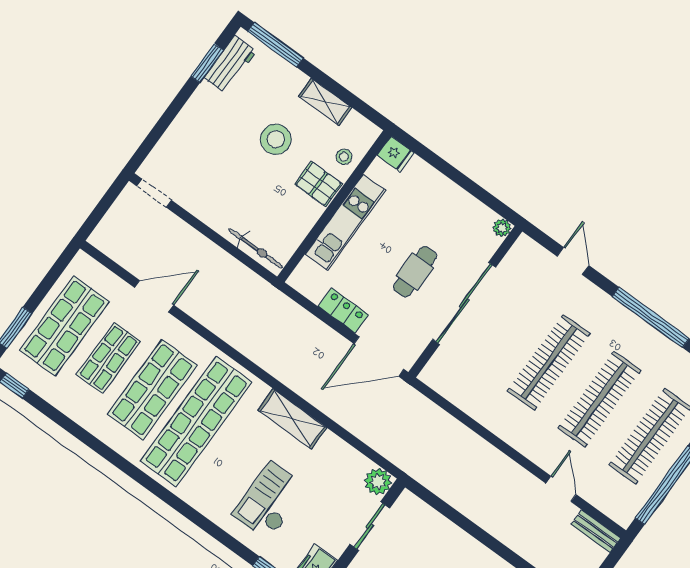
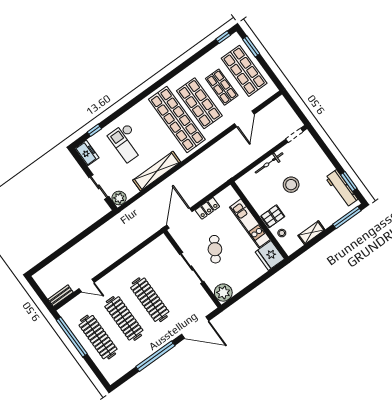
workbench: (230, 64) -> (342, 188), width x1.38
stool: (276, 139) -> (291, 185), moved
fridge: (395, 154) -> (270, 255), width x1.88, depth x1.34
plant: (502, 228) -> (223, 293), width x1.88, depth x1.88
bicycle: (256, 248) -> (269, 163), moved
door: (573, 261) -> (195, 327), width x1.88
cafe table: (415, 272) -> (215, 249), turned 32
sliding door: (464, 303) -> (192, 268), width x0.73
shelving: (292, 419) -> (157, 171), width x1.47
checkout: (270, 501) -> (127, 142), turned 180

